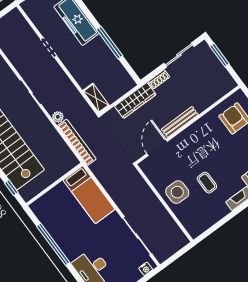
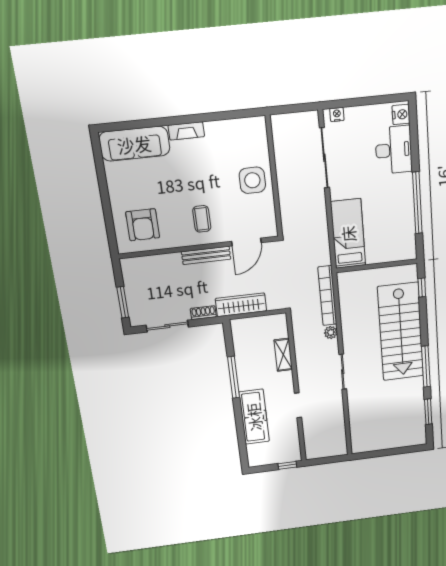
shelving: (96, 98) -> (283, 355), moved
coffee table: (207, 183) -> (202, 219), moved

